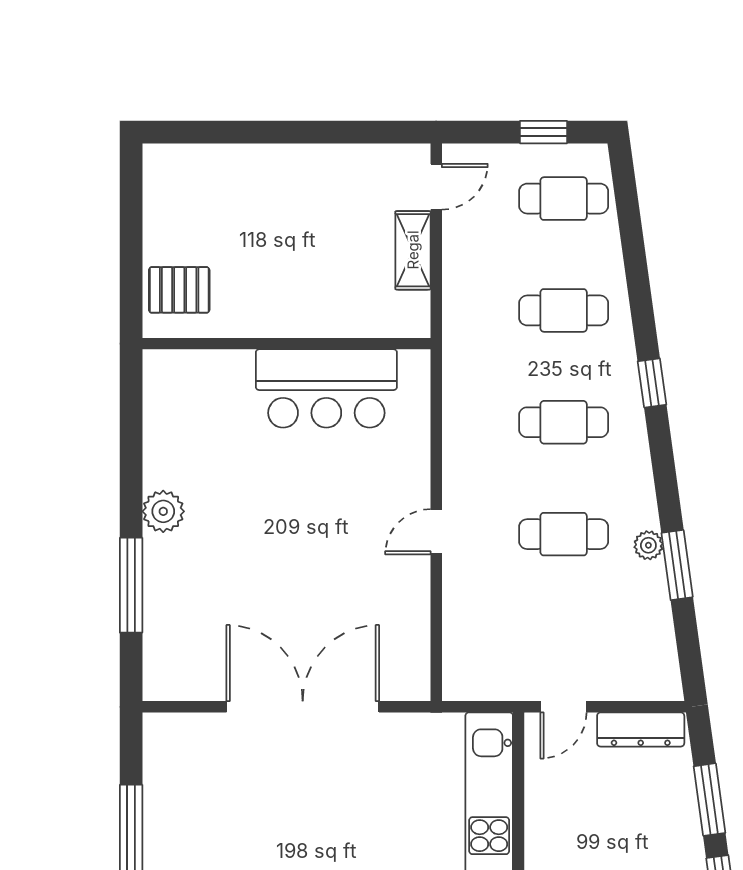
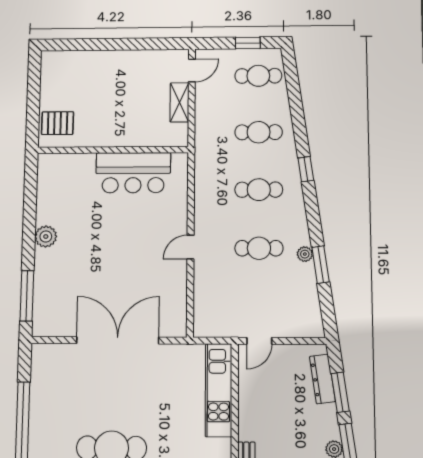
window: (131, 585) -> (27, 296), moved
dresser: (641, 729) -> (322, 379), moved, turned 82

